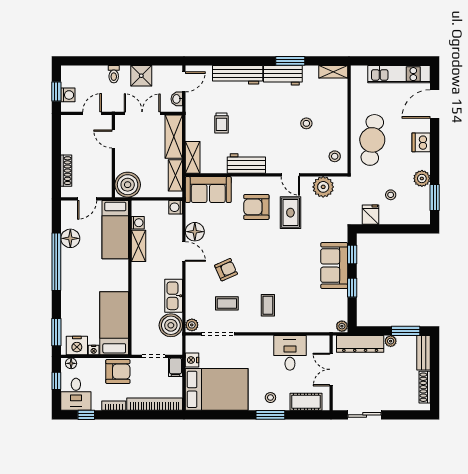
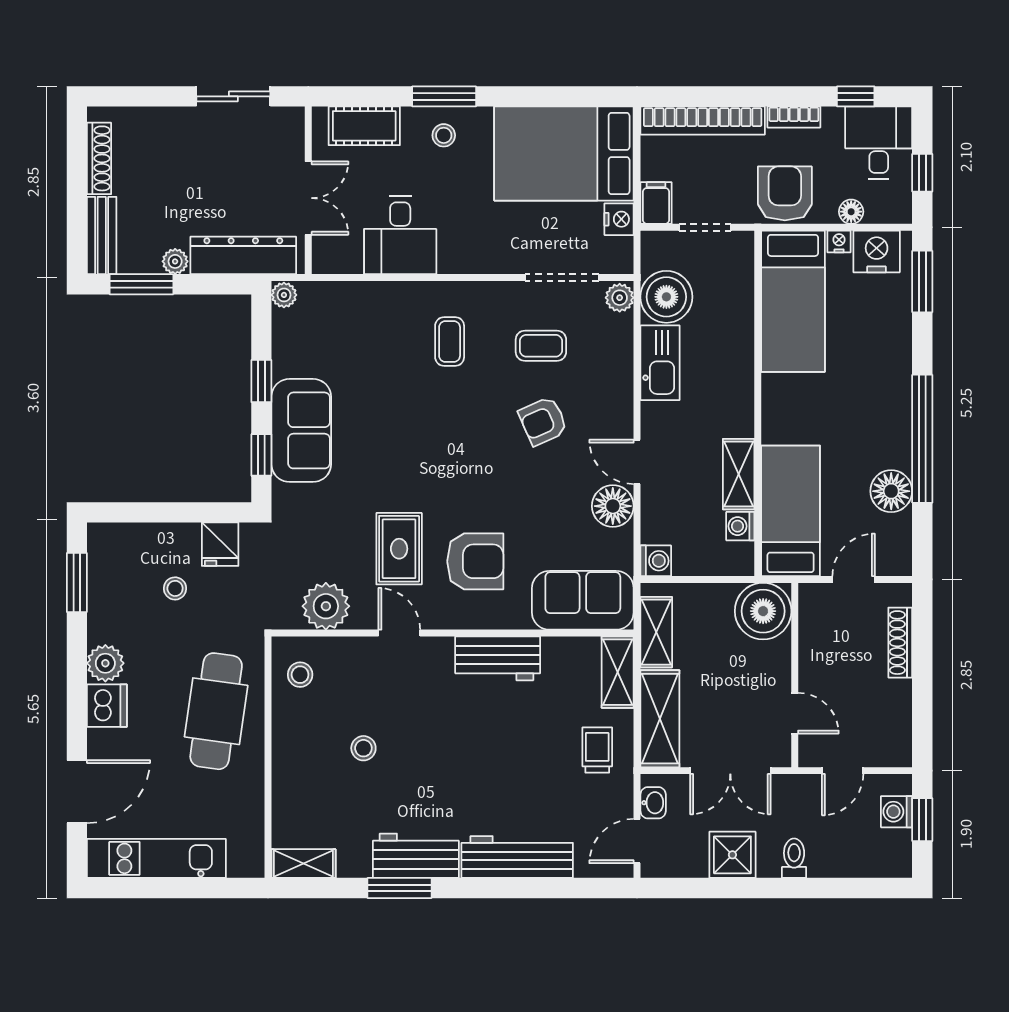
trolley: (221, 123) -> (597, 750), moved
plant: (422, 178) -> (105, 663), moved
floor lamp: (71, 363) -> (851, 212), moved
armchair: (118, 372) -> (785, 193), turned 90

